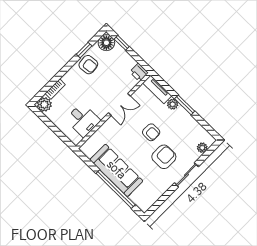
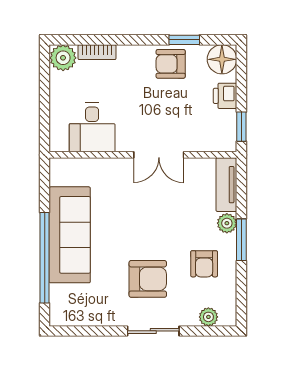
window: (122, 43) -> (241, 127), moved
armchair: (88, 65) -> (171, 64), turned 96
printer: (139, 72) -> (225, 96), moved
armchair: (151, 132) -> (204, 264), moved

